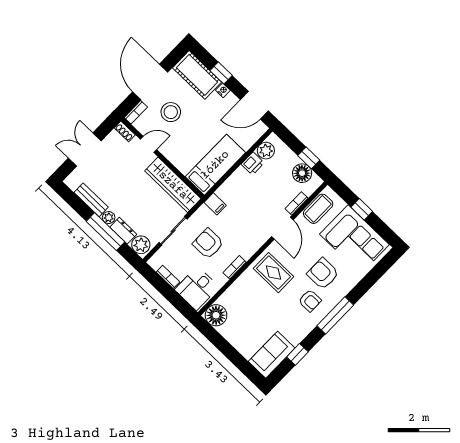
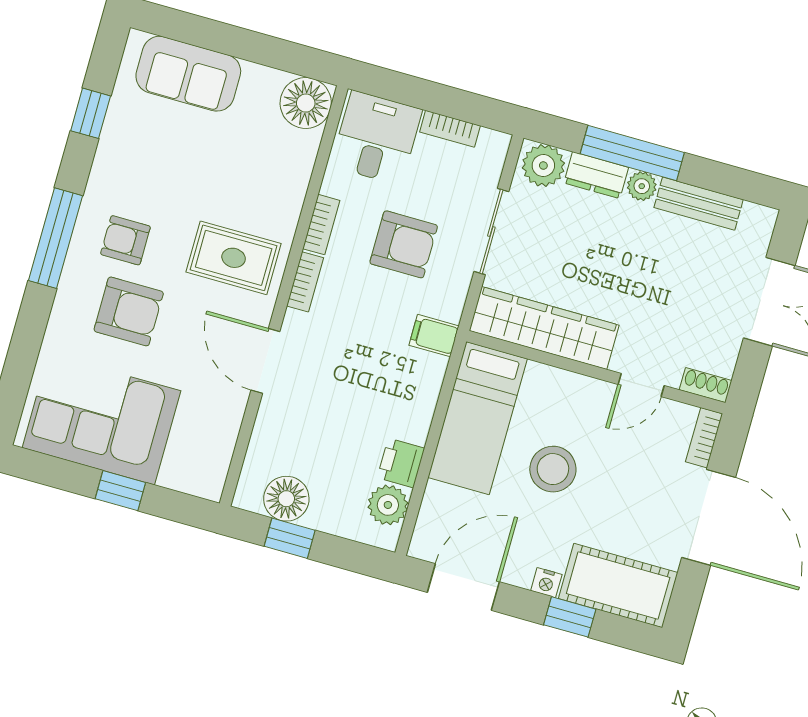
stool: (171, 112) -> (553, 469), moved
bookcase: (296, 203) -> (305, 282), moved
coffee table: (318, 209) -> (212, 442), removed
sofa: (272, 355) -> (188, 74), moved, turned 90

